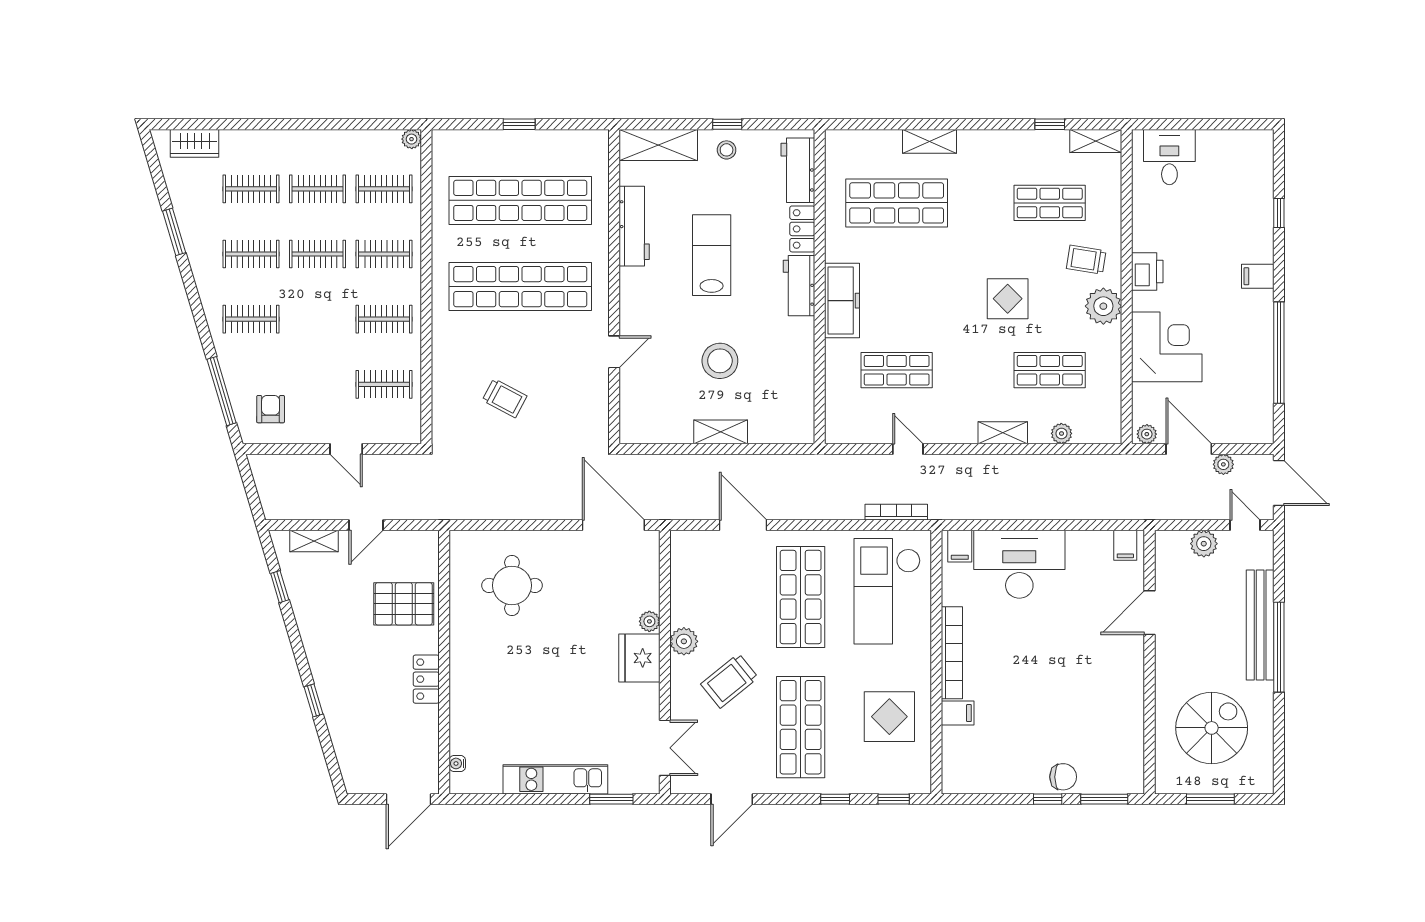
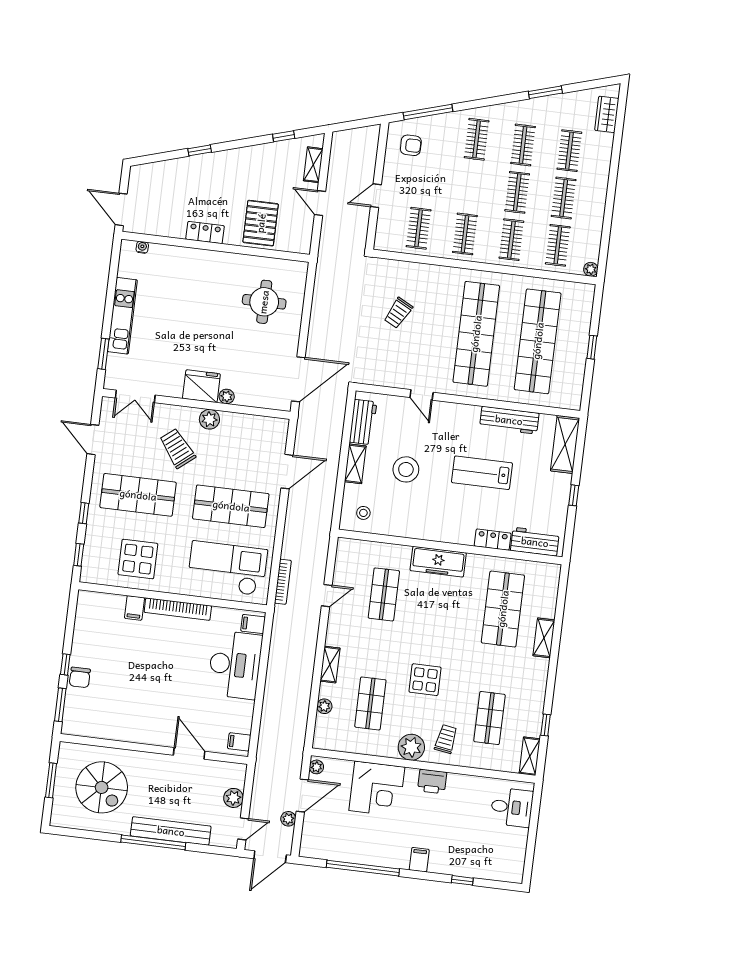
stool: (727, 150) -> (363, 513), moved
lab bench: (712, 255) -> (482, 473), turned 180
workbench: (799, 286) -> (363, 422), moved, turned 90

